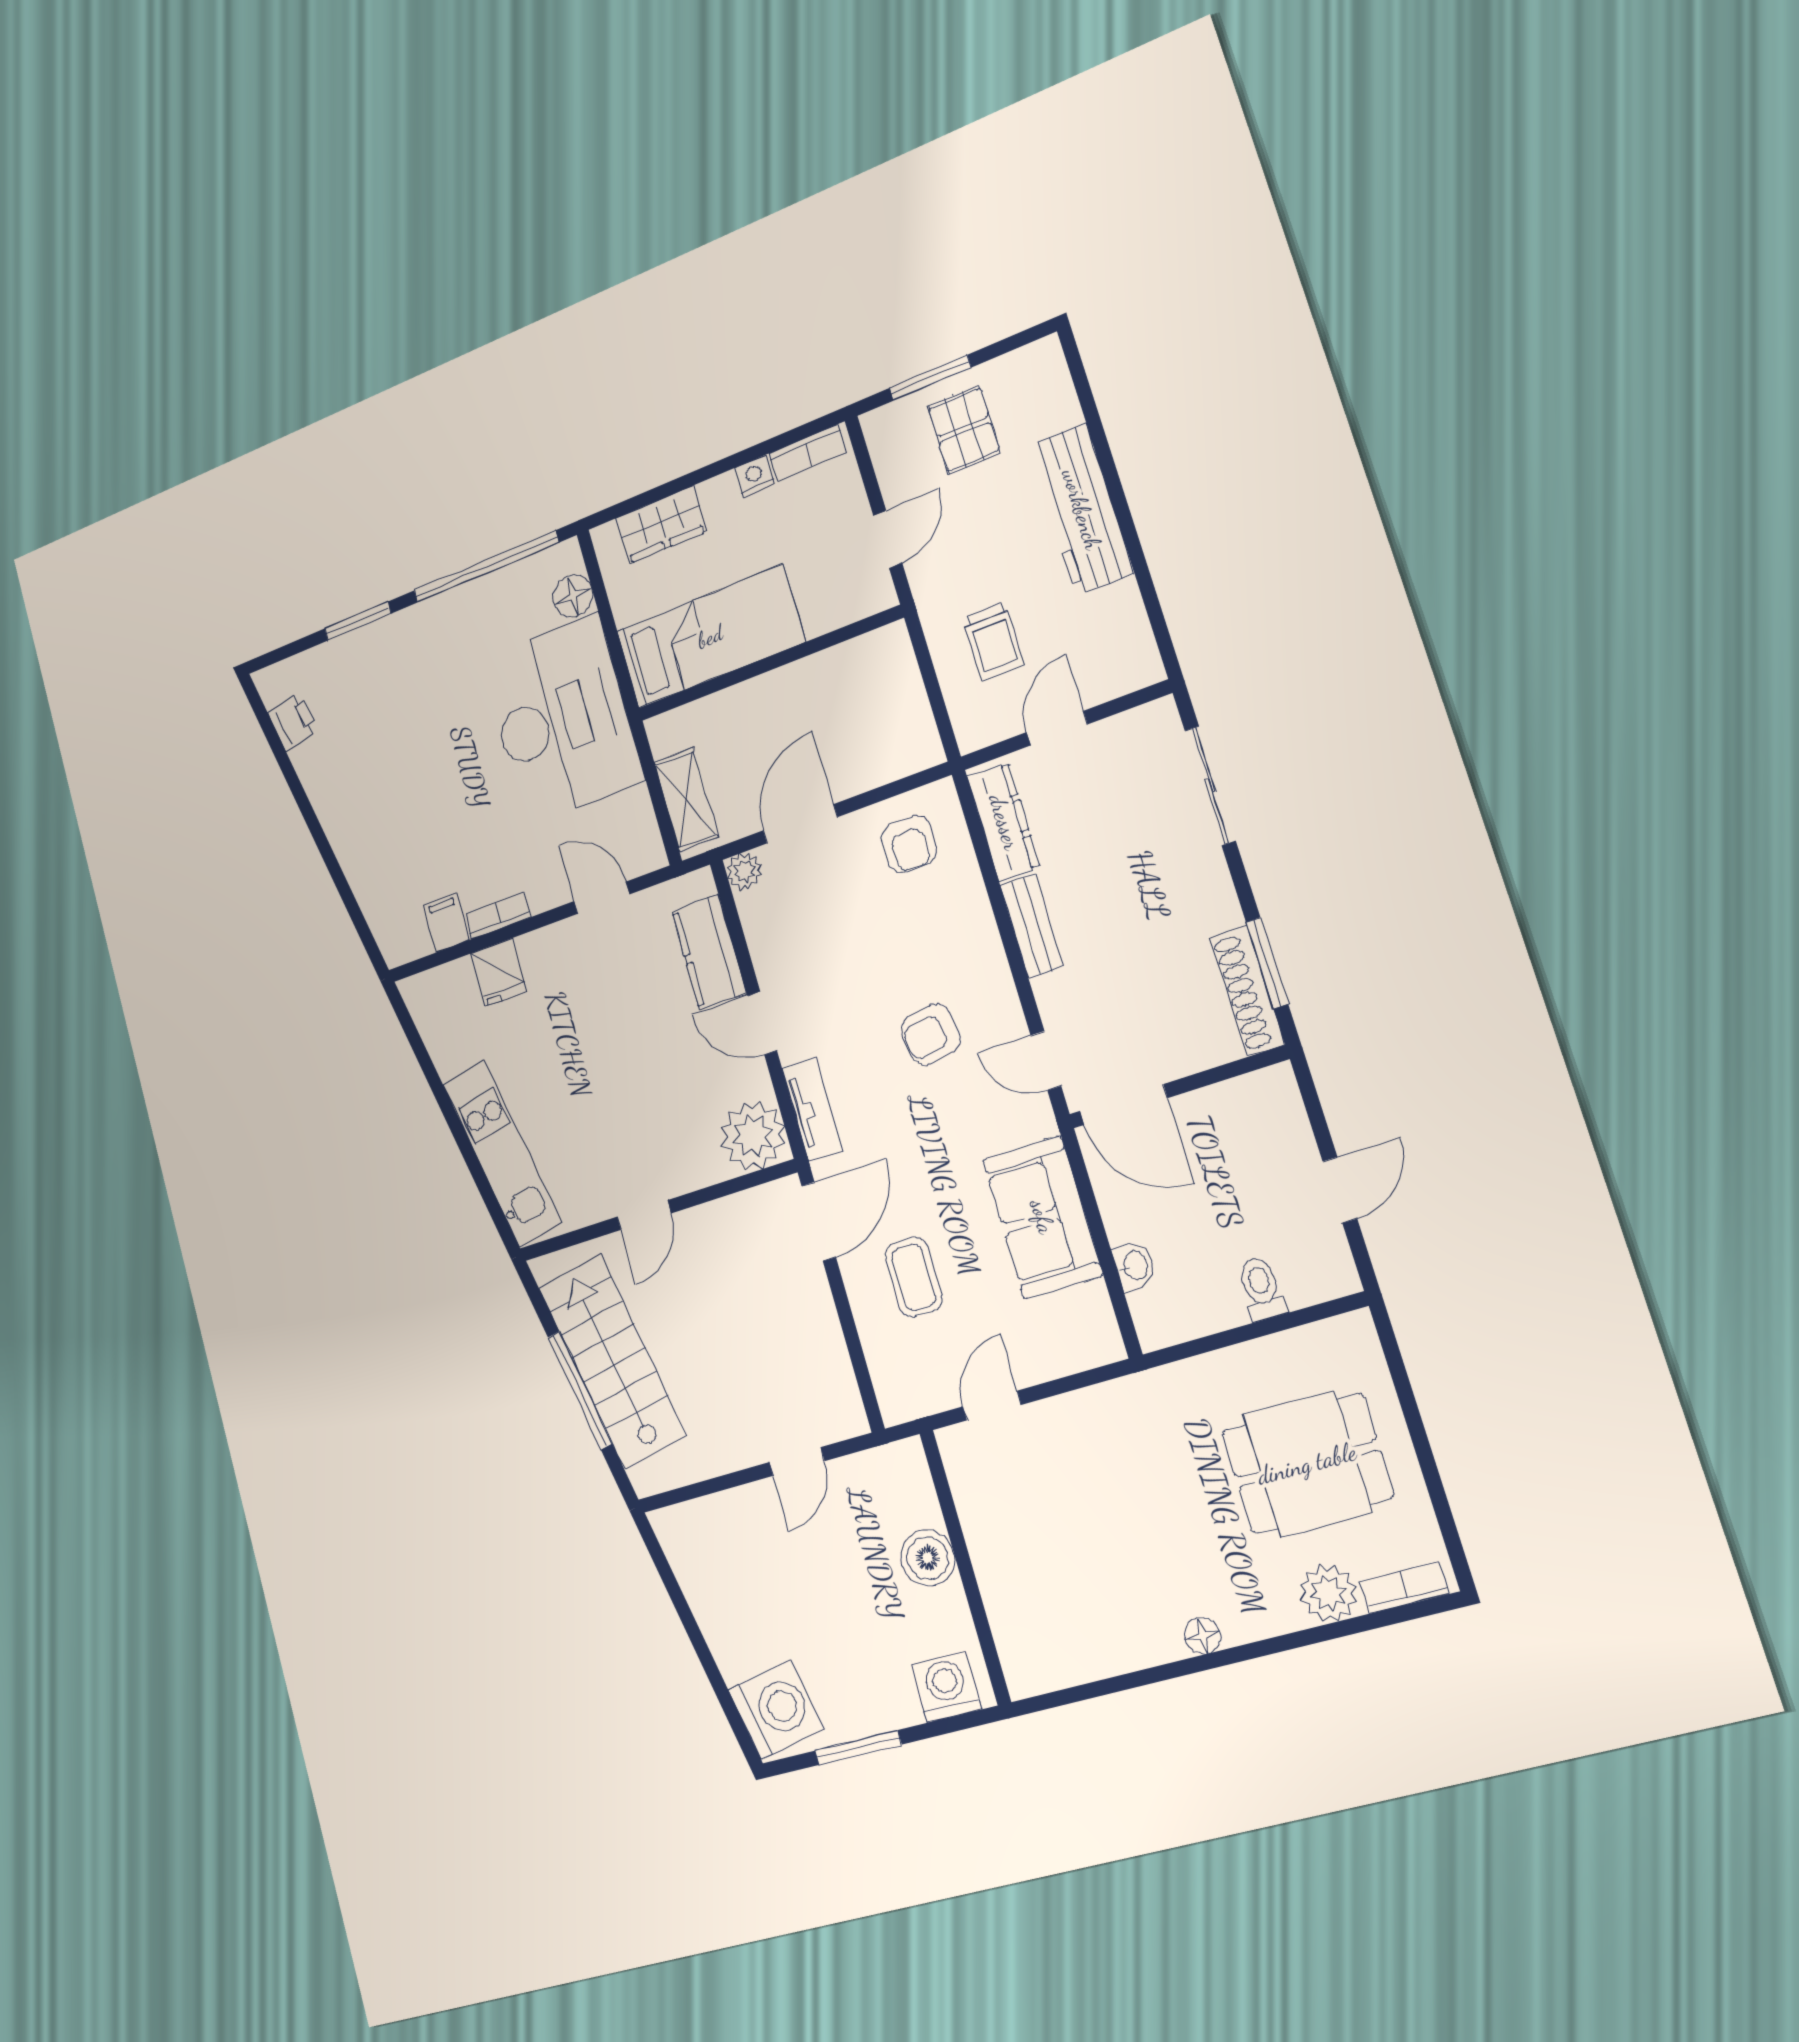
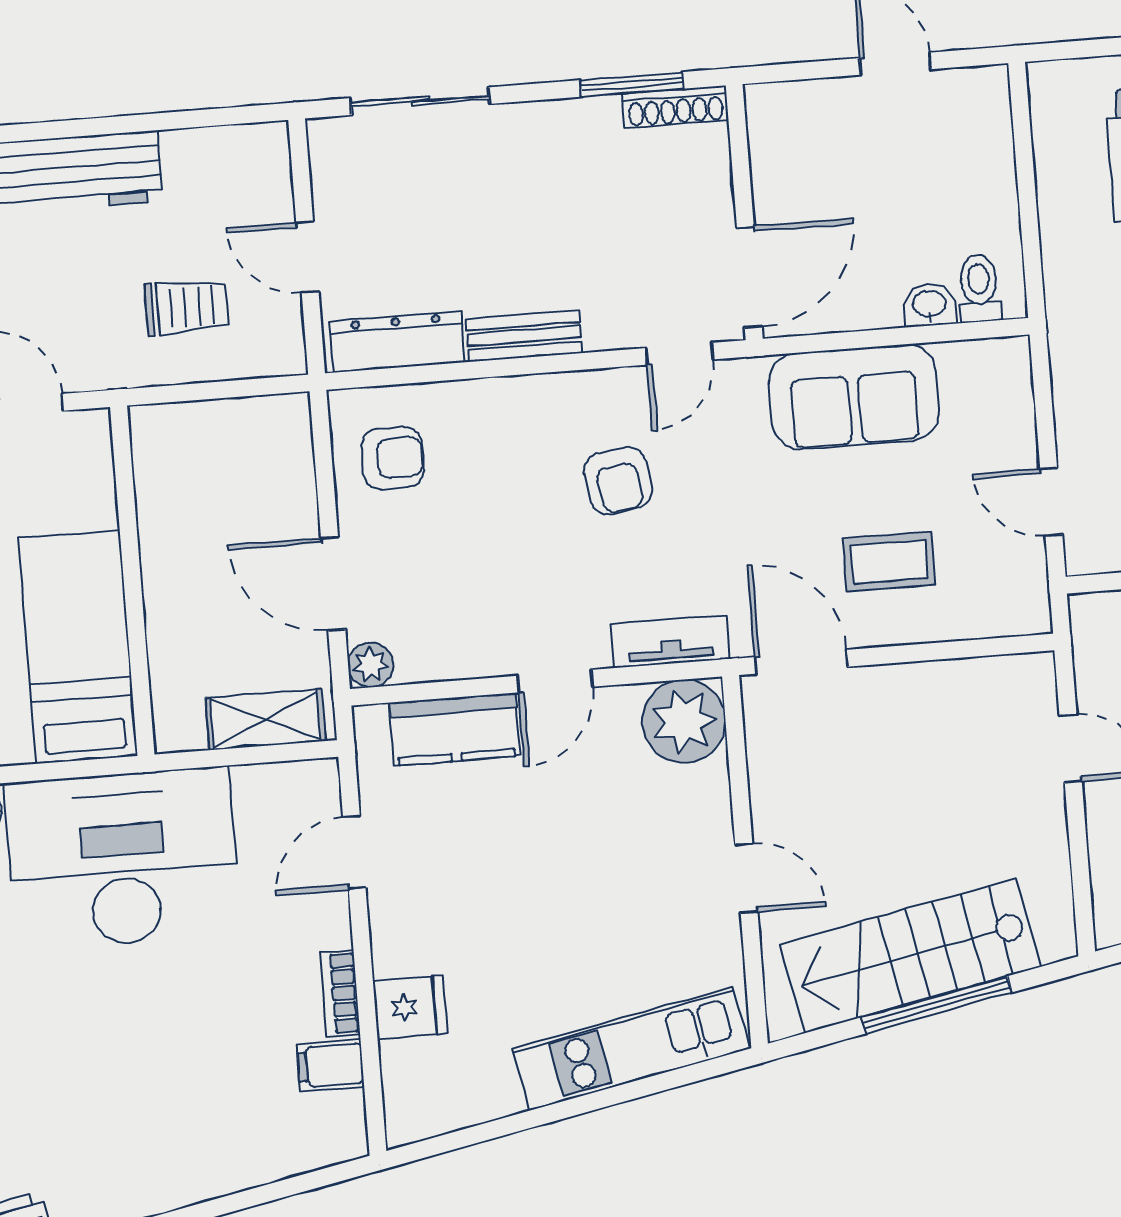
shoe rack: (1247, 991) -> (675, 107), width x0.74, depth x0.81
toilet: (1261, 1289) -> (979, 288), moved, turned 90

